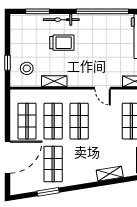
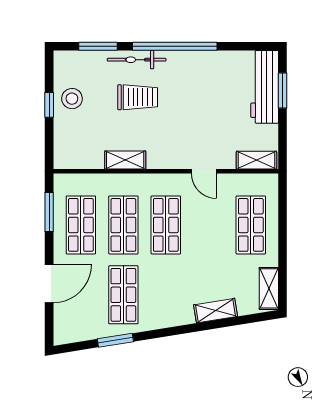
window: (102, 11) -> (175, 46), moved
window: (8, 63) -> (49, 105), moved
stool: (27, 68) -> (72, 99), moved
window: (8, 113) -> (49, 212), added
door: (8, 157) -> (49, 284), width x0.73

